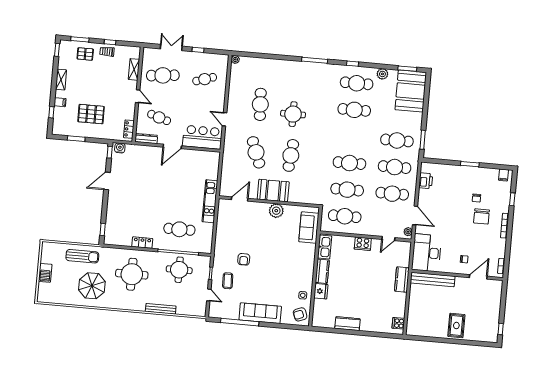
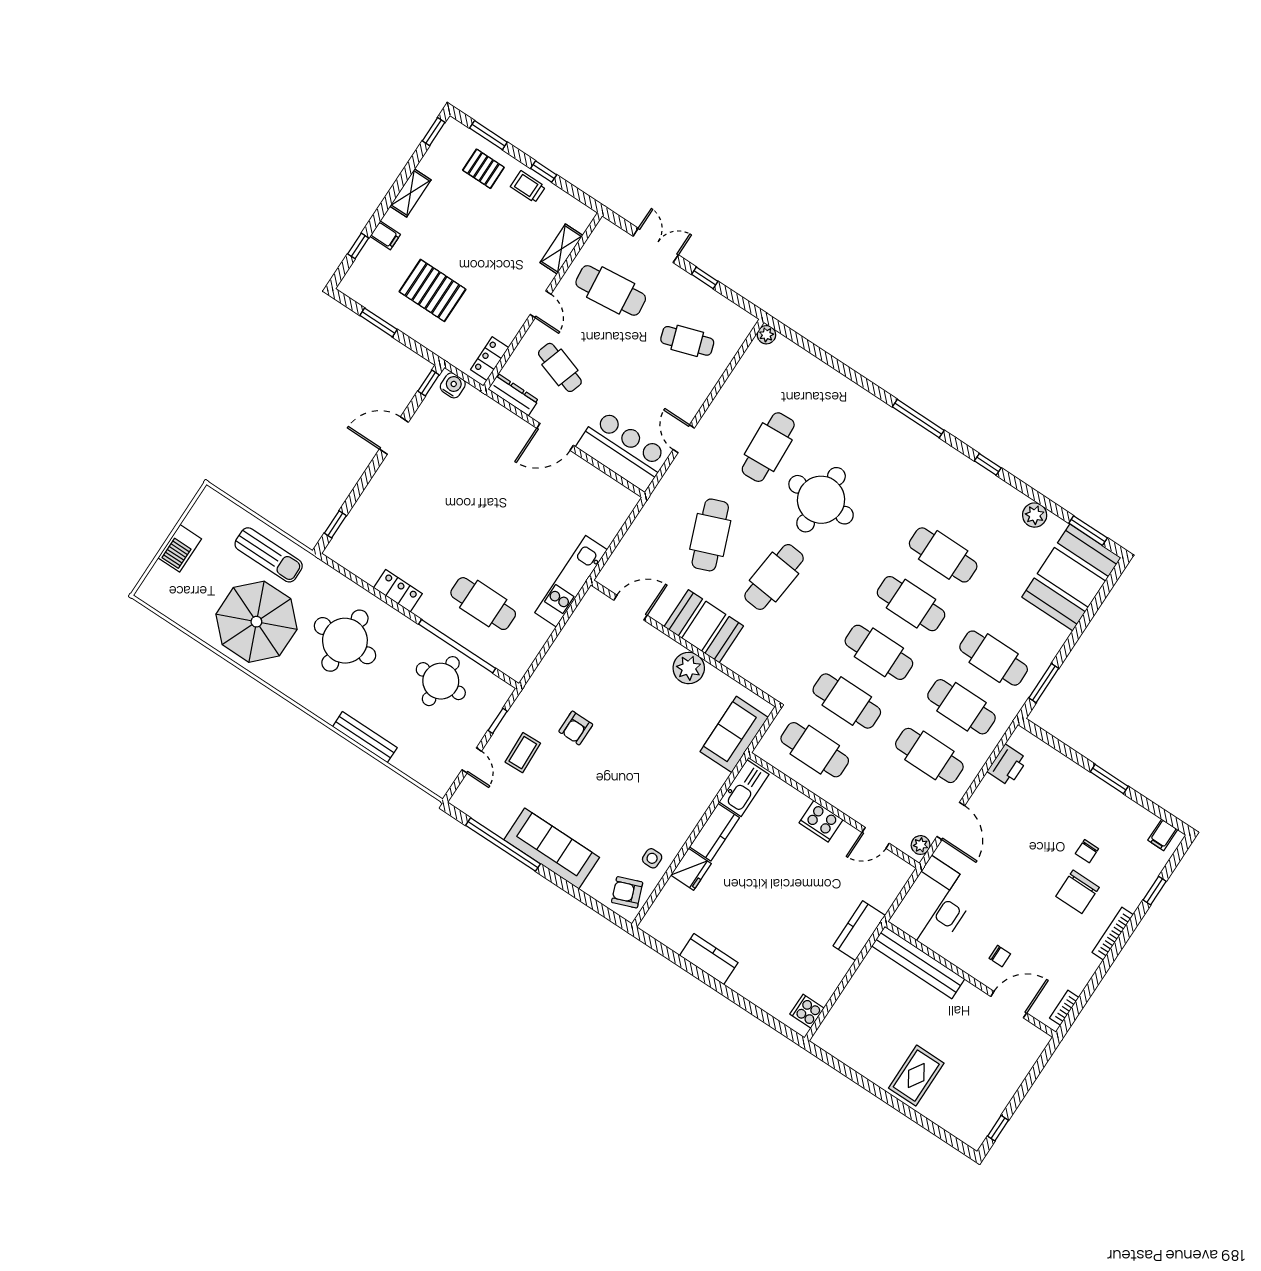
cafe table: (357, 83) -> (911, 604), moved
round table: (293, 114) -> (821, 500), width x1.36, depth x1.36
parasol: (92, 286) -> (256, 622), width x1.36, depth x1.36

